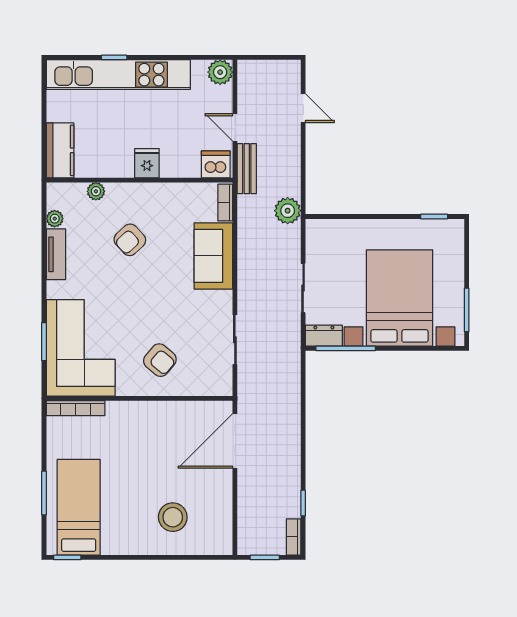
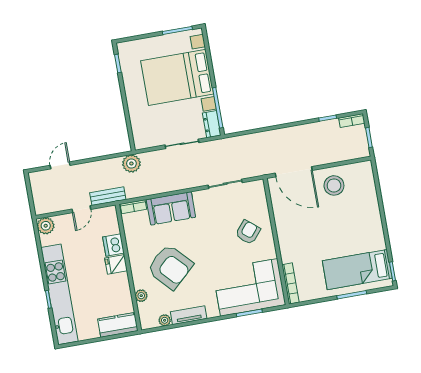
dishwasher: (216, 164) -> (114, 245), moved
armchair: (130, 240) -> (170, 267), width x1.88, depth x1.88
stool: (173, 517) -> (334, 185), moved

